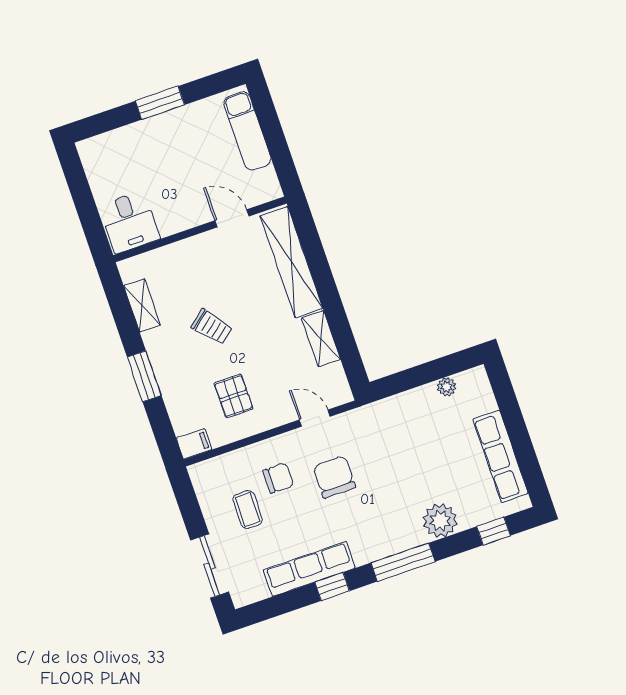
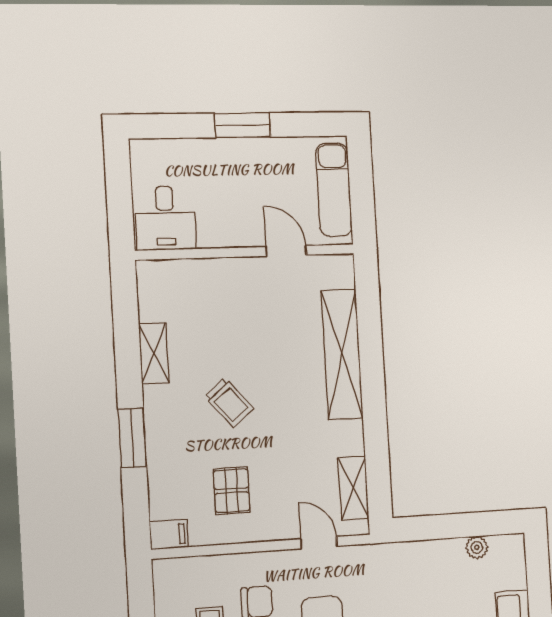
door: (232, 218) -> (286, 251), moved
desk: (130, 222) -> (165, 218), moved
wall: (200, 229) -> (246, 252), moved
shelving: (321, 339) -> (353, 488), moved

